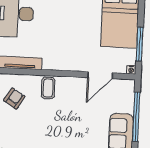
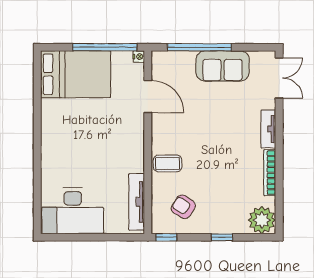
window: (140, 44) -> (105, 47), width x1.46

